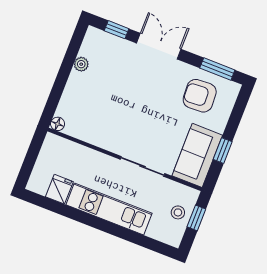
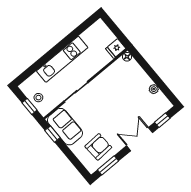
double door: (159, 46) -> (140, 139), swing flipped
window: (223, 151) -> (52, 134), moved
fridge: (59, 189) -> (116, 49), moved, turned 90

